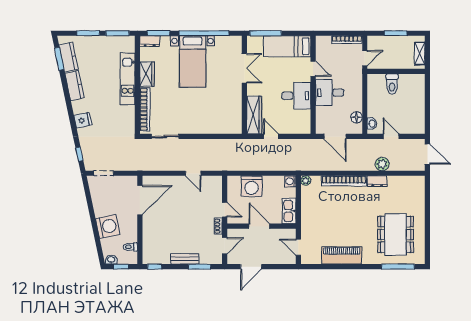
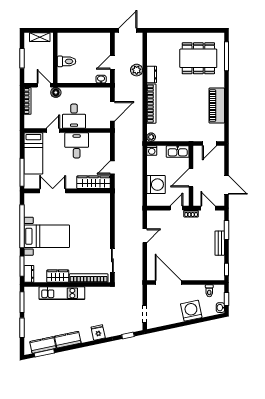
floor lamp: (357, 117) -> (56, 93), moved

